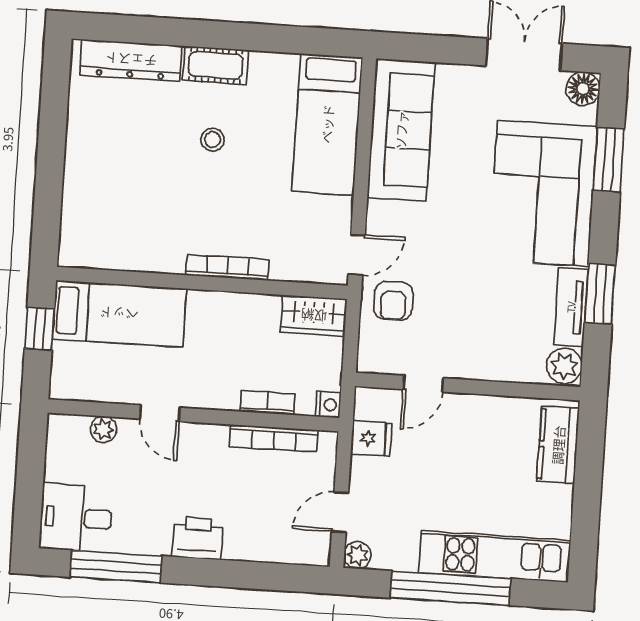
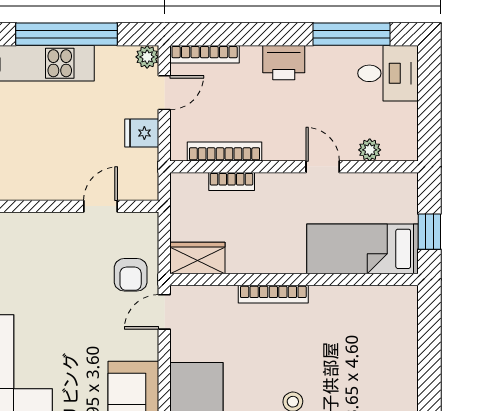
armchair: (393, 301) -> (131, 275), turned 180
nightstand: (328, 405) -> (180, 183), removed
fridge: (371, 438) -> (142, 133), moved
bookcase: (290, 554) -> (205, 54), added

